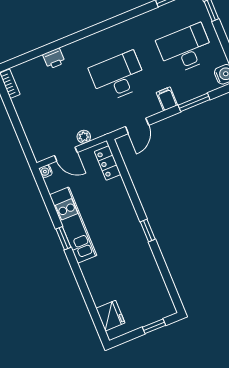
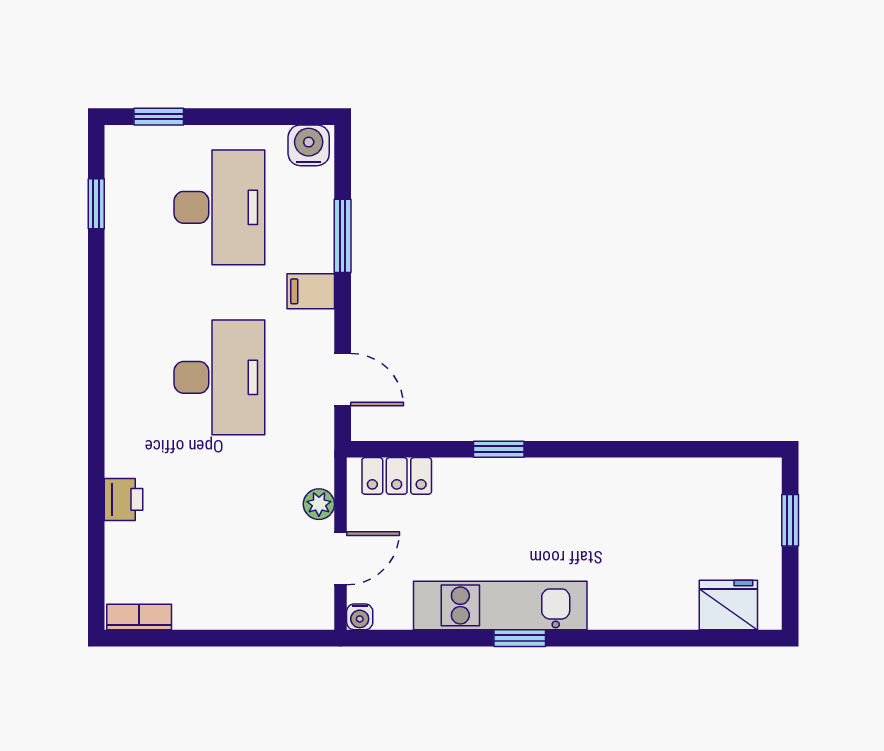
desk: (185, 49) -> (219, 207), turned 180
desk: (118, 77) -> (219, 377), turned 180
window: (148, 231) -> (499, 449), moved

